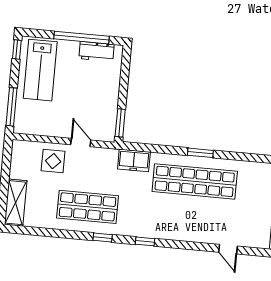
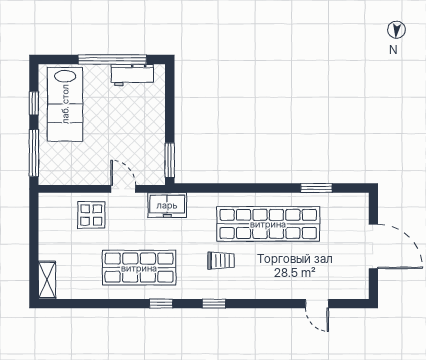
window: (17, 50) -> (34, 103), moved
window: (200, 153) -> (316, 188), moved
freezer: (134, 160) -> (167, 205), moved
shelving: (16, 203) -> (47, 280), width x0.67, depth x0.75
trolley: (154, 207) -> (221, 261), added

